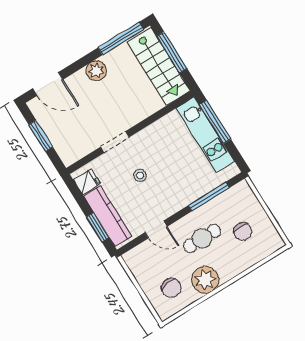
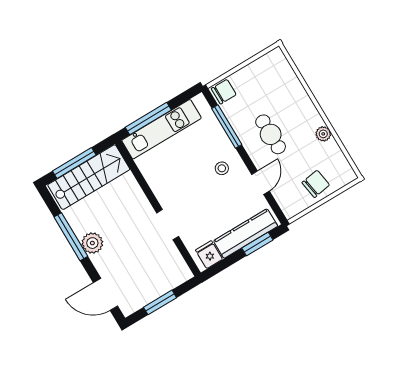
window: (121, 38) -> (71, 237), moved
door: (48, 84) -> (105, 294), swing flipped
stool: (140, 175) -> (222, 168), moved
chair: (243, 232) -> (224, 92), moved
plant: (205, 280) -> (323, 134), width x0.53, depth x0.53
chair: (171, 288) -> (316, 184), moved

